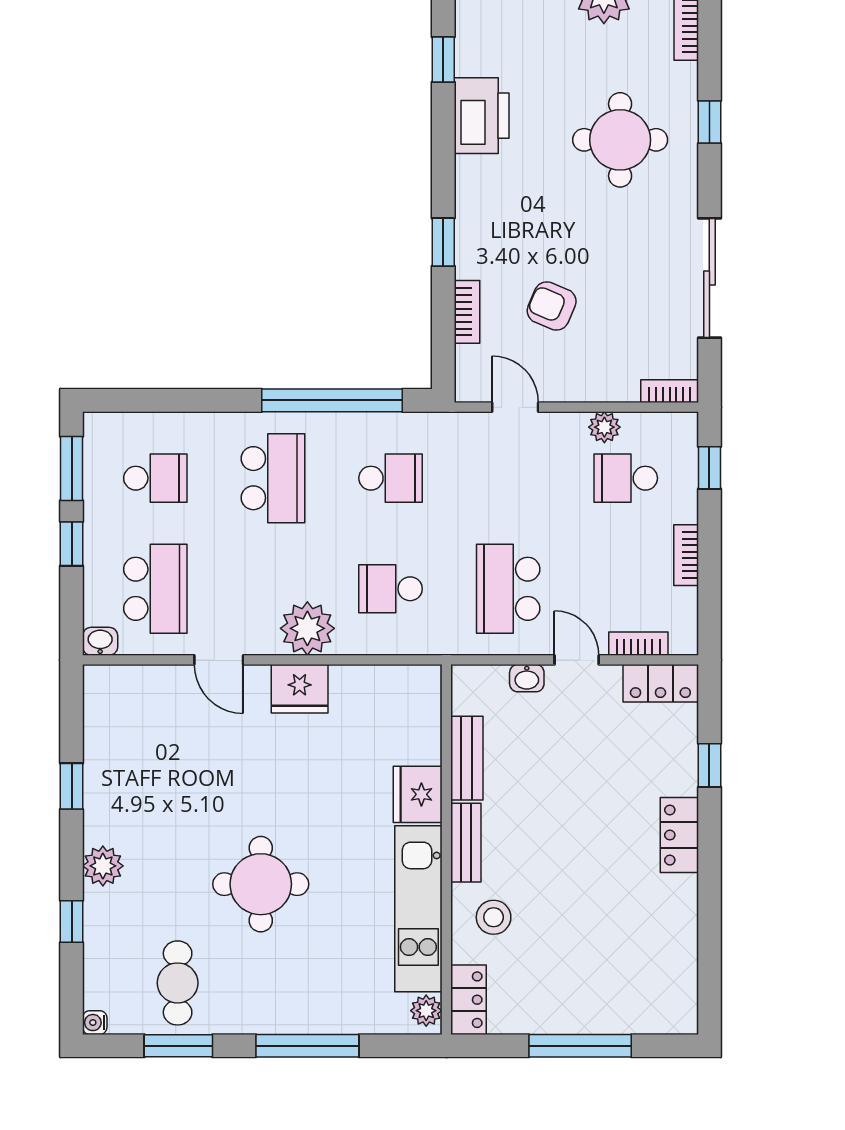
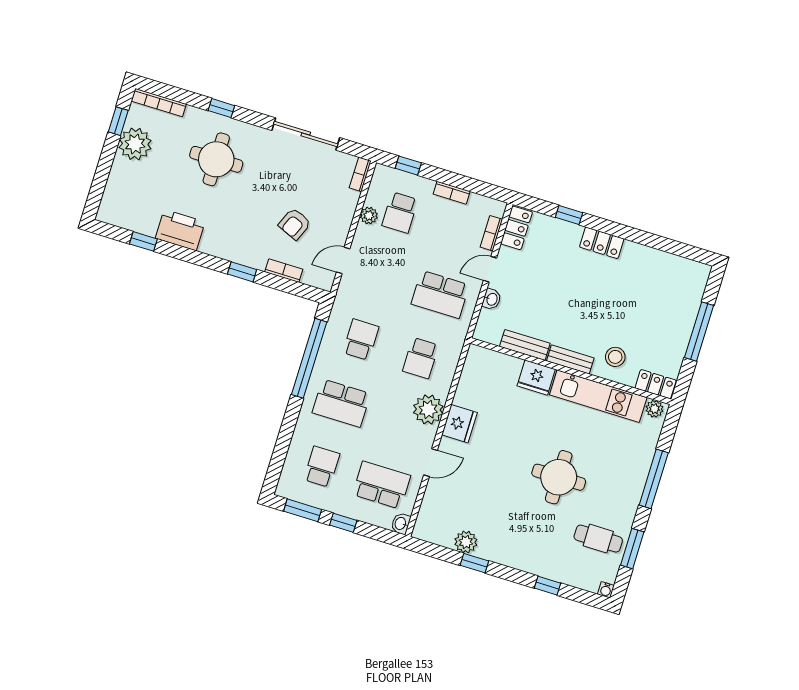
school desk: (273, 478) -> (341, 403), turned 180
plant: (103, 866) -> (466, 542), moved

